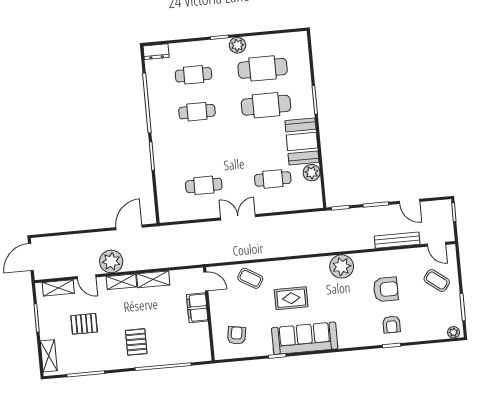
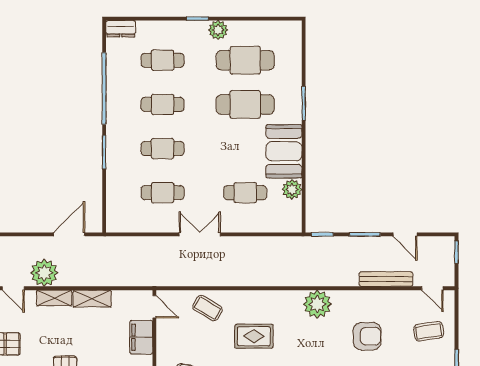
cafe table: (200, 149) -> (163, 149), added
coffee table: (437, 280) -> (429, 331), turned -46

